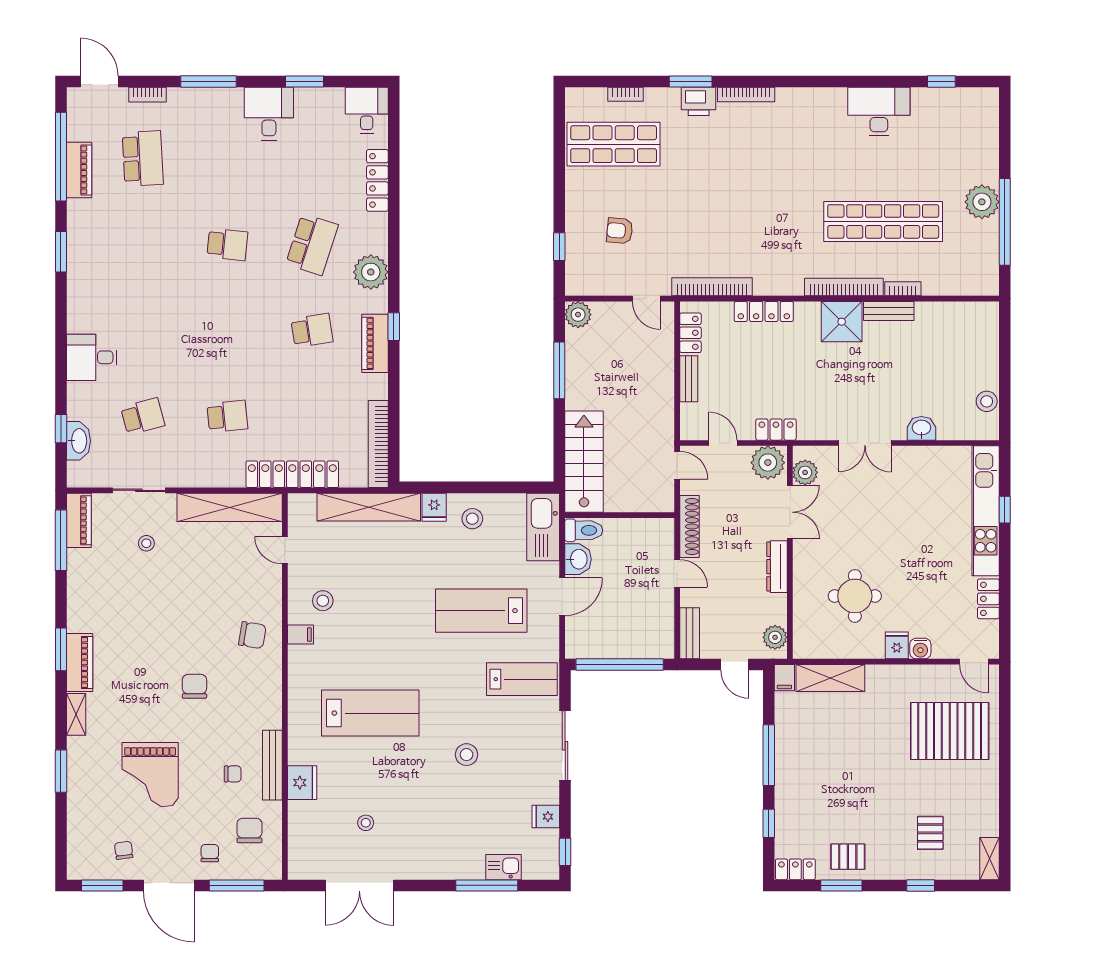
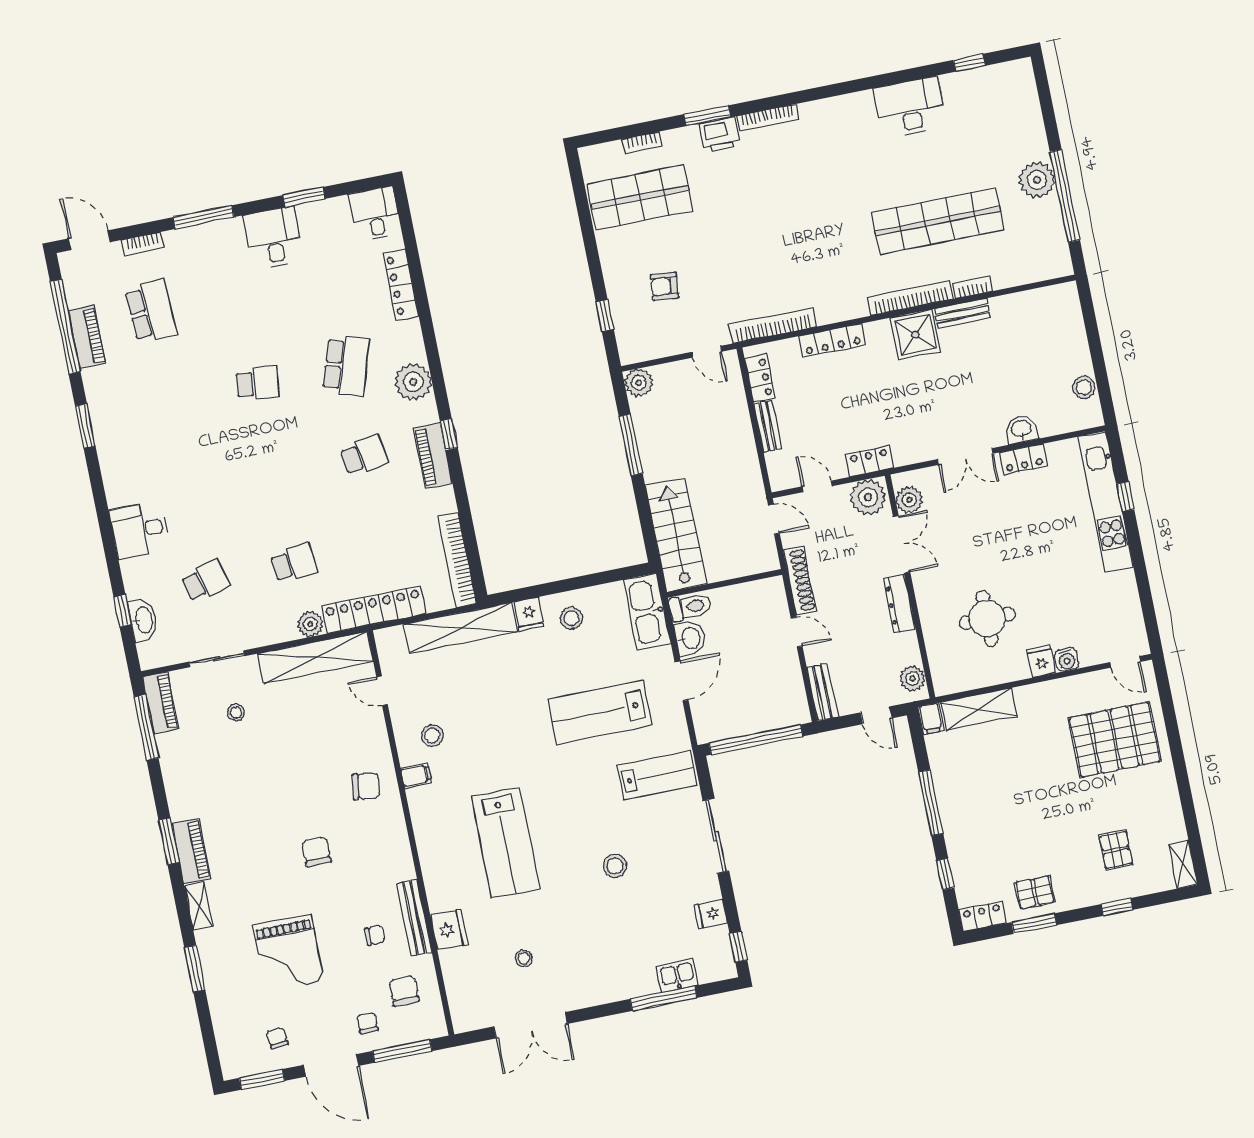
plant: (231, 476) -> (310, 624), added
locker: (988, 599) -> (1024, 459), moved, turned -90
lab bench: (370, 713) -> (506, 843), turned 90

